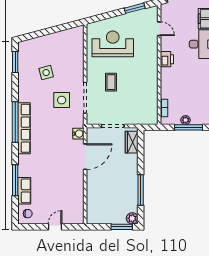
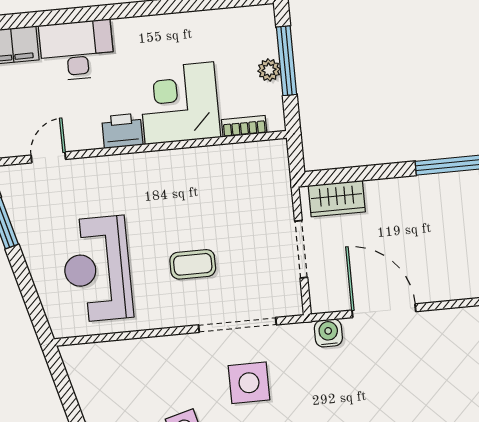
corner desk: (176, 83) -> (179, 103), added

